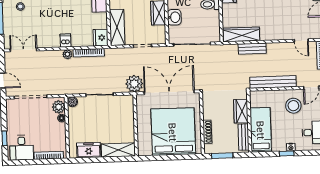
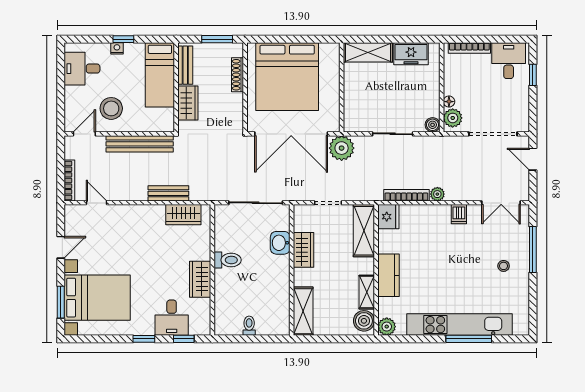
wardrobe: (241, 34) -> (183, 215), width x0.67
dishwasher: (65, 41) -> (459, 214), moved

